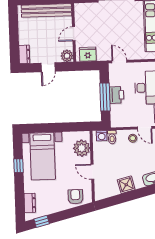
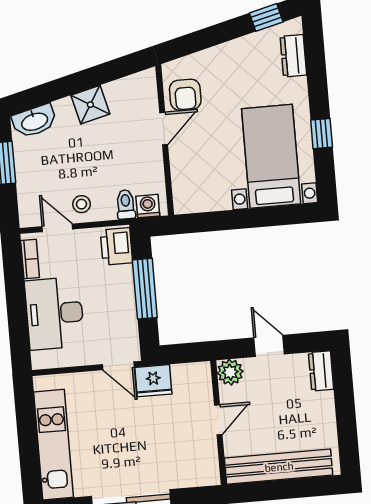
fridge: (88, 54) -> (153, 381), moved
door: (48, 67) -> (269, 346), hinge flipped
printer: (117, 95) -> (116, 246), moved
plant: (82, 148) -> (189, 178), removed
door: (92, 172) -> (164, 128), hinge flipped
armchair: (75, 197) -> (185, 95), moved

